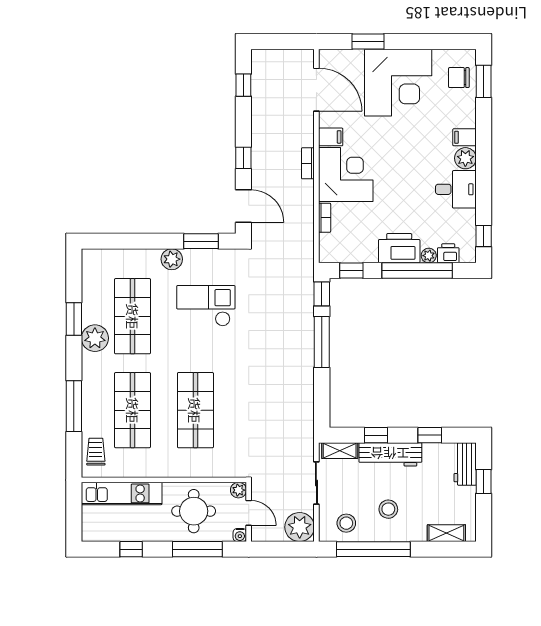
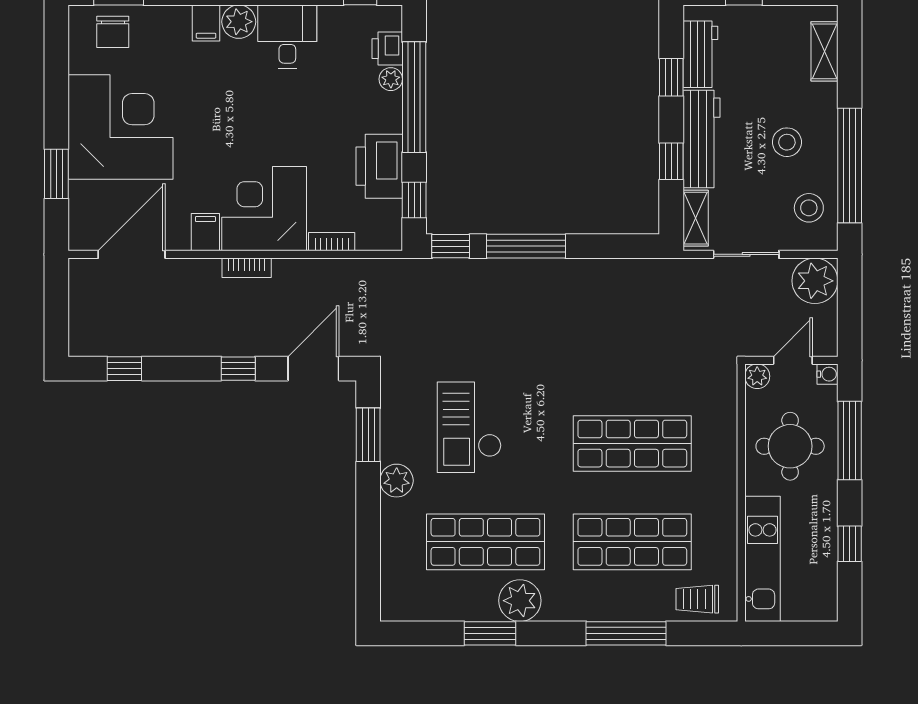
printer: (399, 248) -> (379, 166), moved
workbench: (465, 464) -> (700, 54), moved, turned -90

